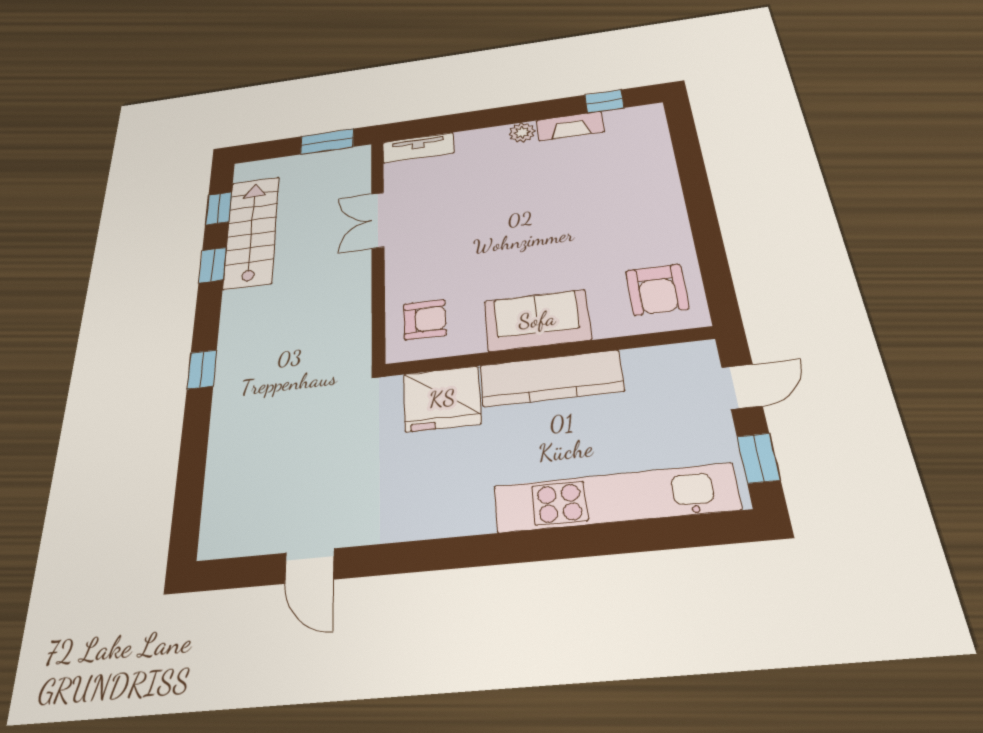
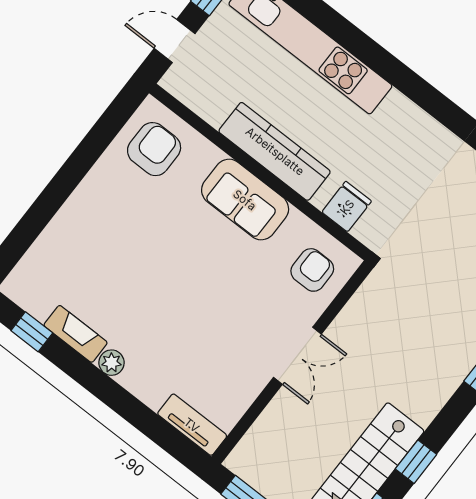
double door: (378, 220) -> (297, 356), moved
armchair: (425, 320) -> (312, 270), turned 90
fridge: (442, 399) -> (347, 207), width x0.53, depth x0.75

